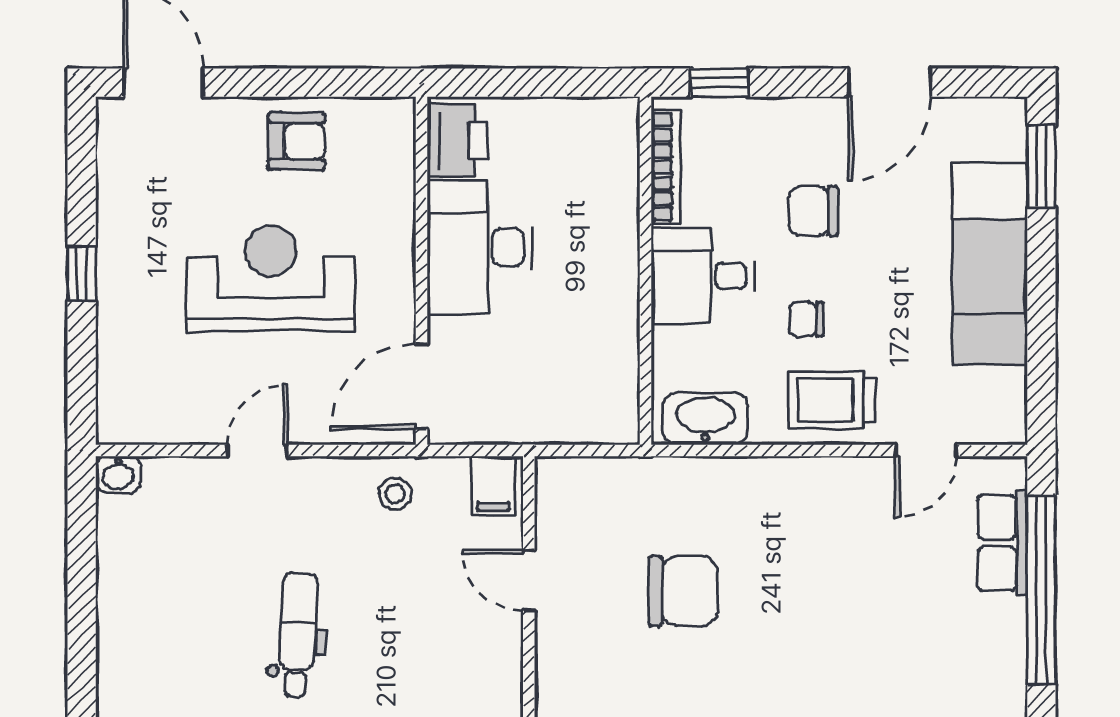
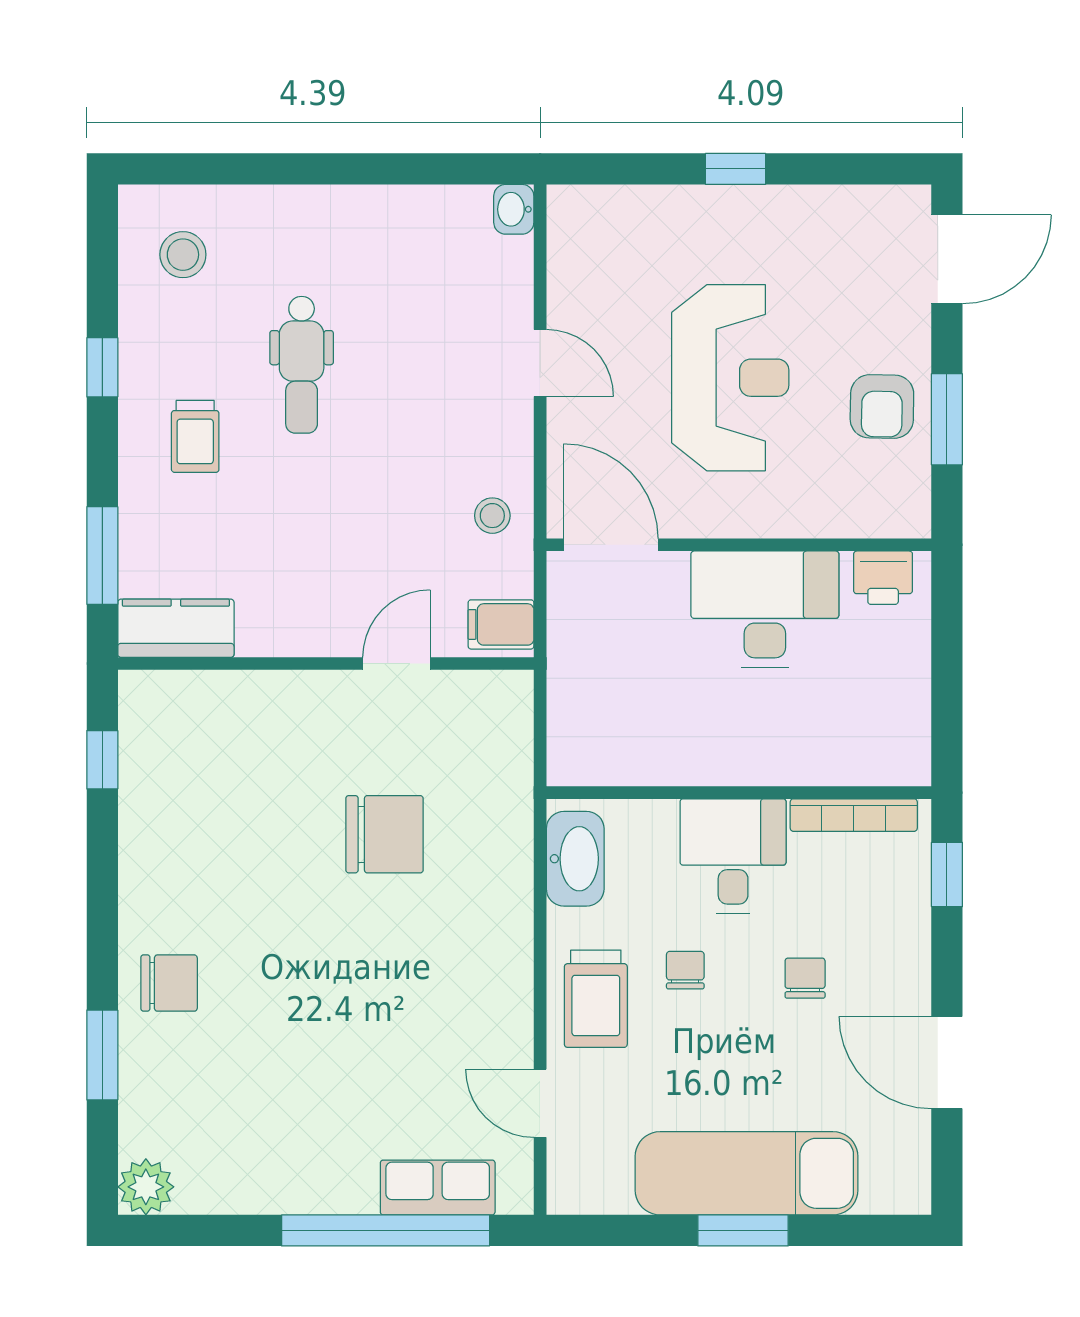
window: (308, 83) -> (947, 419), added
printer: (457, 140) -> (883, 578), width x0.73, depth x0.81
window: (1041, 166) -> (743, 1230), moved
chair: (813, 211) -> (805, 978), width x0.73, depth x0.73
trolley: (832, 400) -> (596, 999), turned 180
chair: (683, 591) -> (384, 834), turned -90
dental chair: (298, 635) -> (302, 365), moved, turned 87

